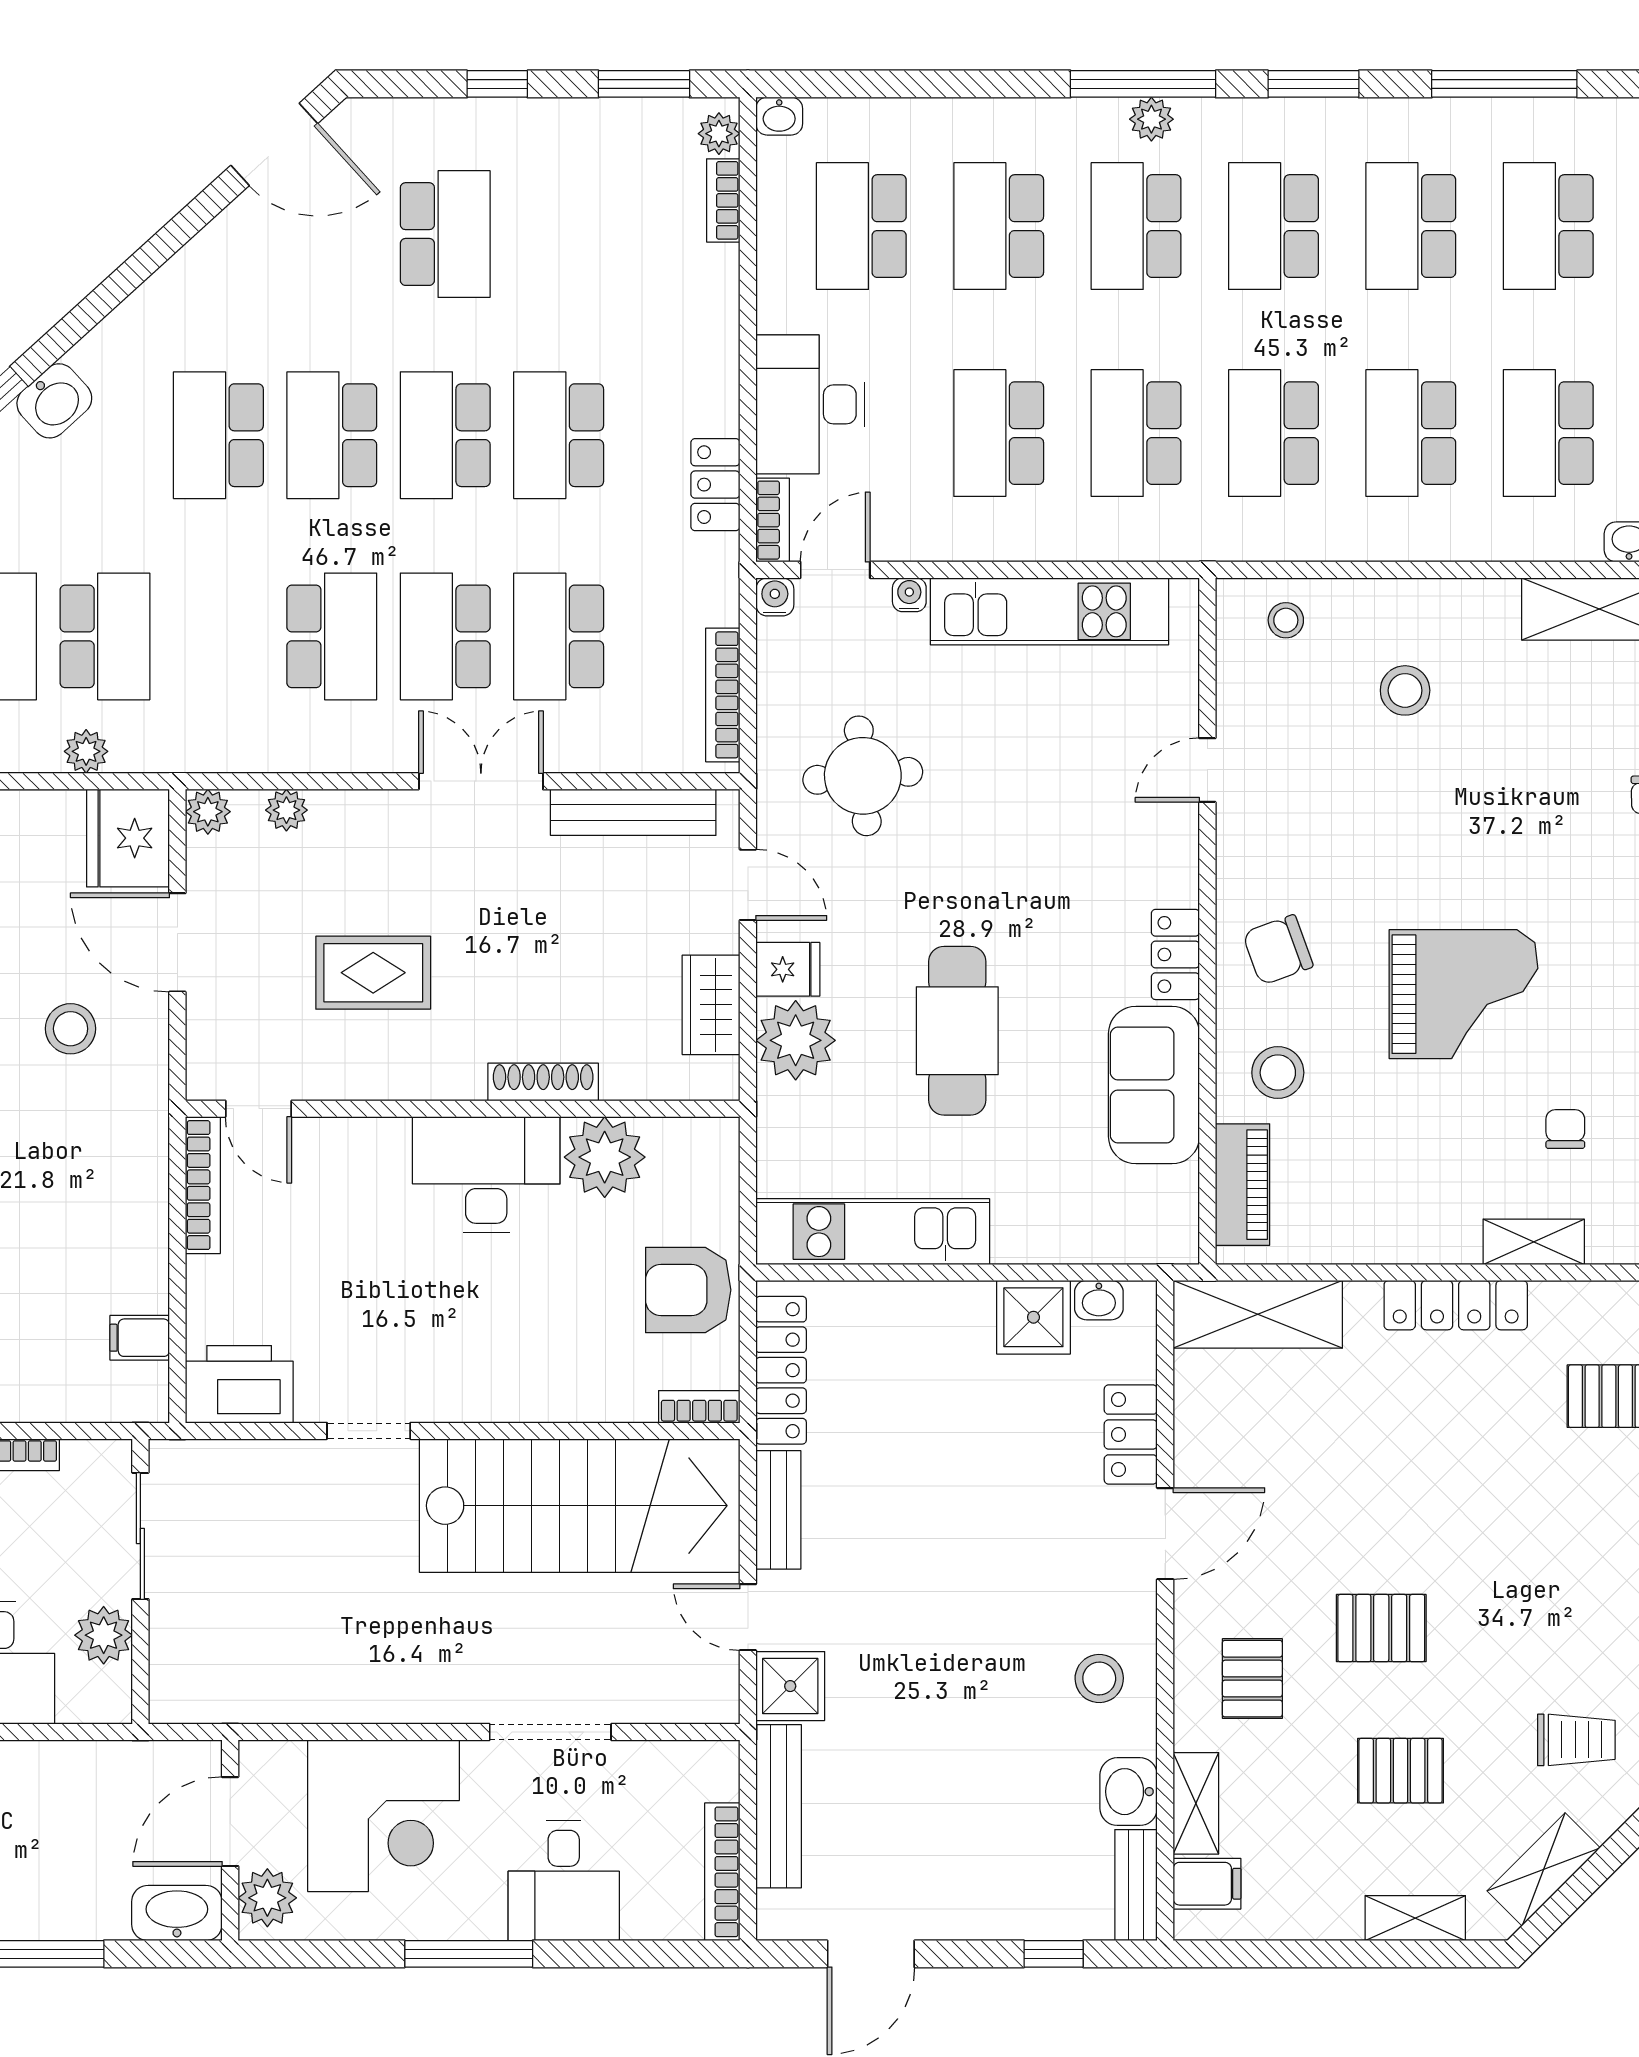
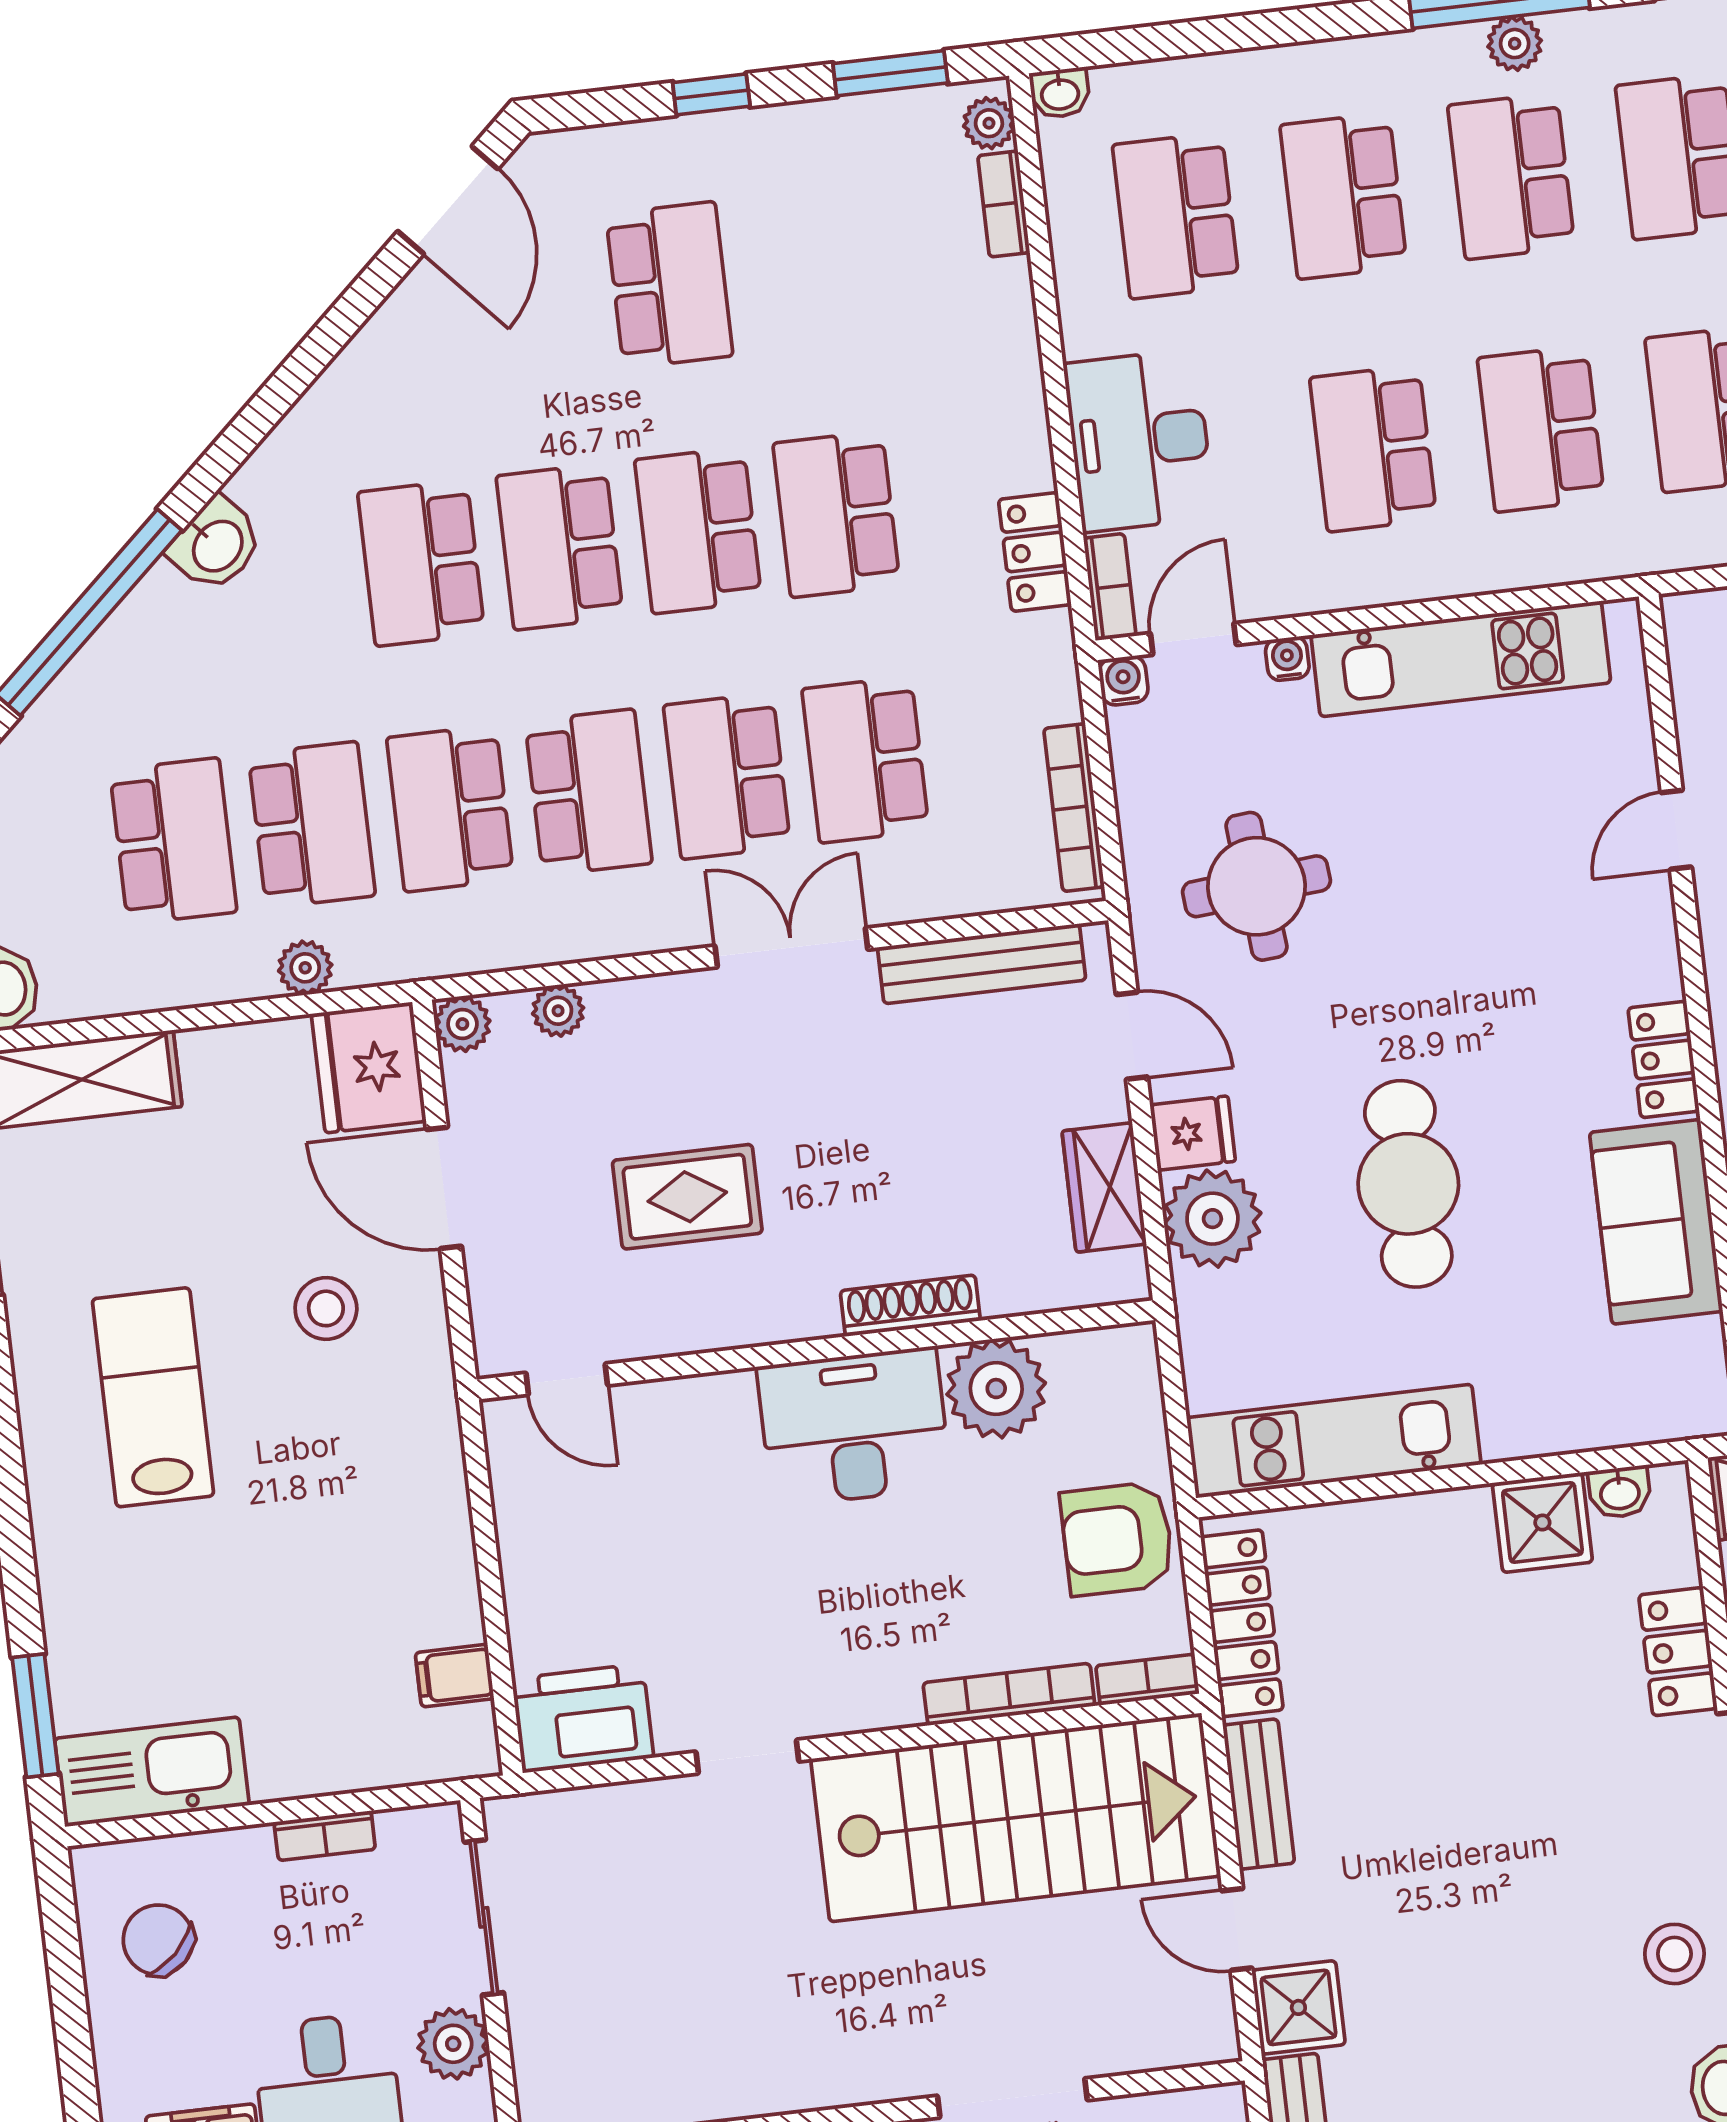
door: (274, 144) -> (448, 200), hinge flipped
school desk: (218, 636) -> (450, 809), added
bookcase: (203, 1185) -> (1009, 1694), moved, turned -90

